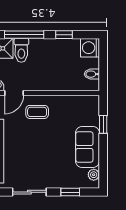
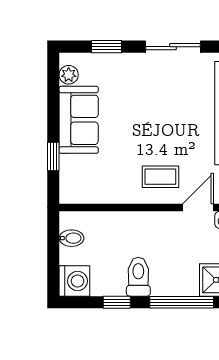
toilet: (21, 50) -> (138, 277), moved

